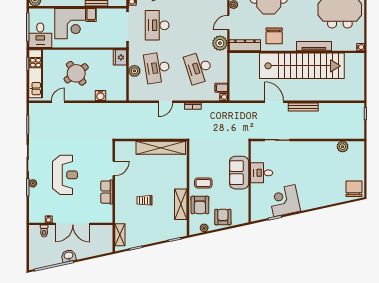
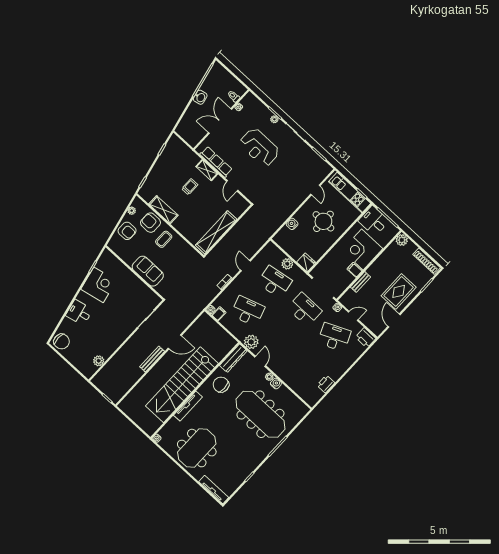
round table: (76, 73) -> (323, 221), turned 36
desk: (262, 173) -> (79, 312), moved, turned -102
row of seats: (107, 192) -> (216, 162), width x1.48
shelving: (120, 235) -> (207, 170), moved

